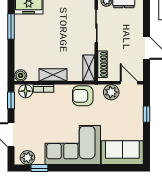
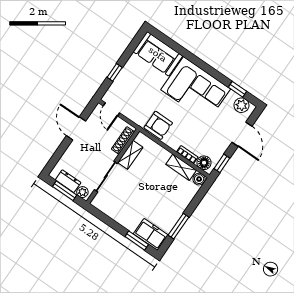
shelving: (89, 68) -> (130, 155), moved
shelving: (53, 75) -> (181, 167), moved
plant: (111, 92) -> (132, 112), removed

